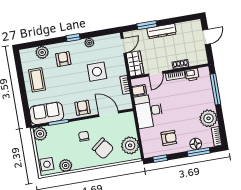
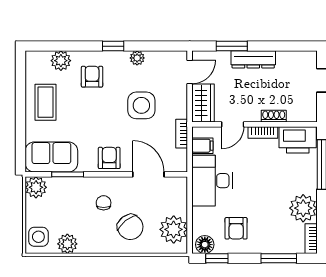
printer: (192, 75) -> (298, 140), width x1.87, depth x1.48
armchair: (169, 138) -> (236, 228), turned 90
floor lamp: (196, 144) -> (205, 245), moved

